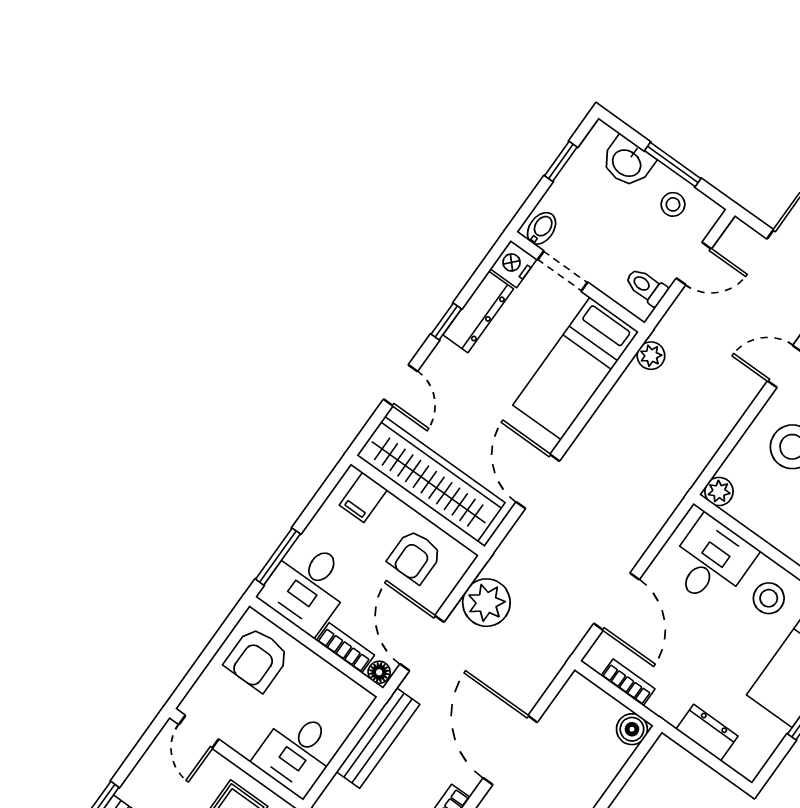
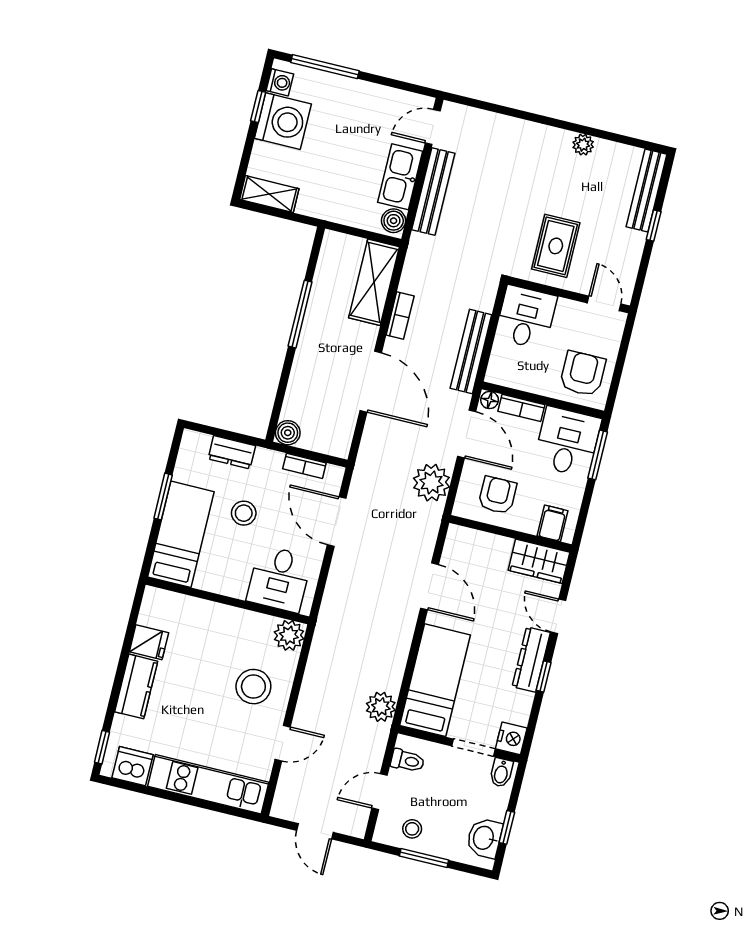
washbasin: (627, 162) -> (484, 838), moved, turned -90
dresser: (478, 312) -> (531, 659), moved
plant: (651, 356) -> (381, 707), width x1.38, depth x1.38
wardrobe: (431, 479) -> (539, 561), width x0.48, depth x0.85
plant: (719, 491) -> (289, 635), width x1.38, depth x1.38
stool: (769, 598) -> (244, 513), moved

